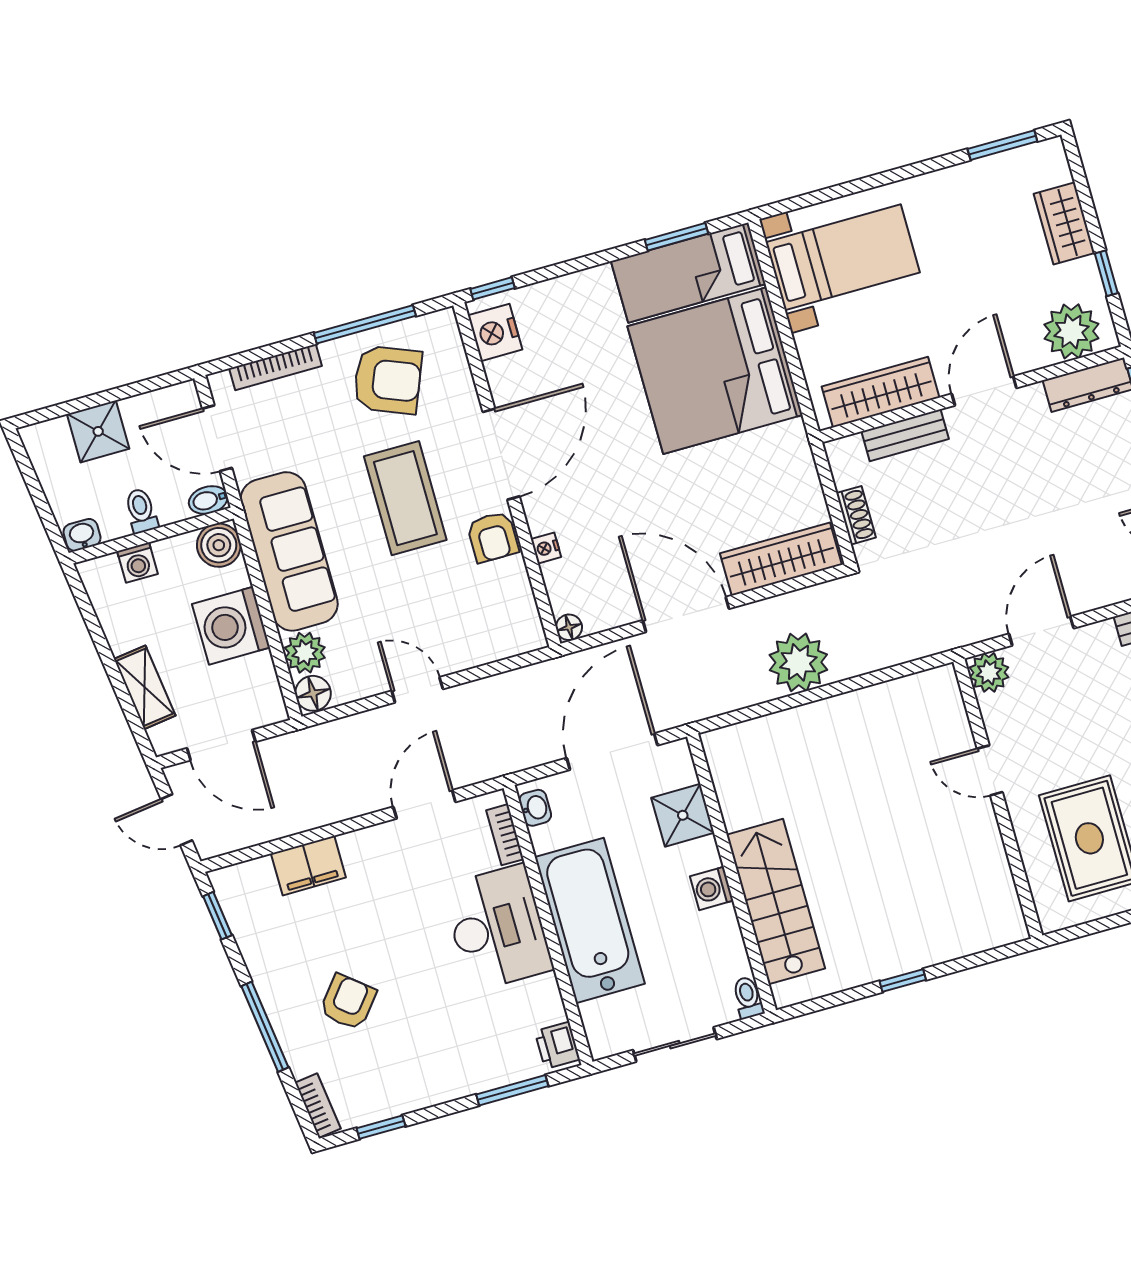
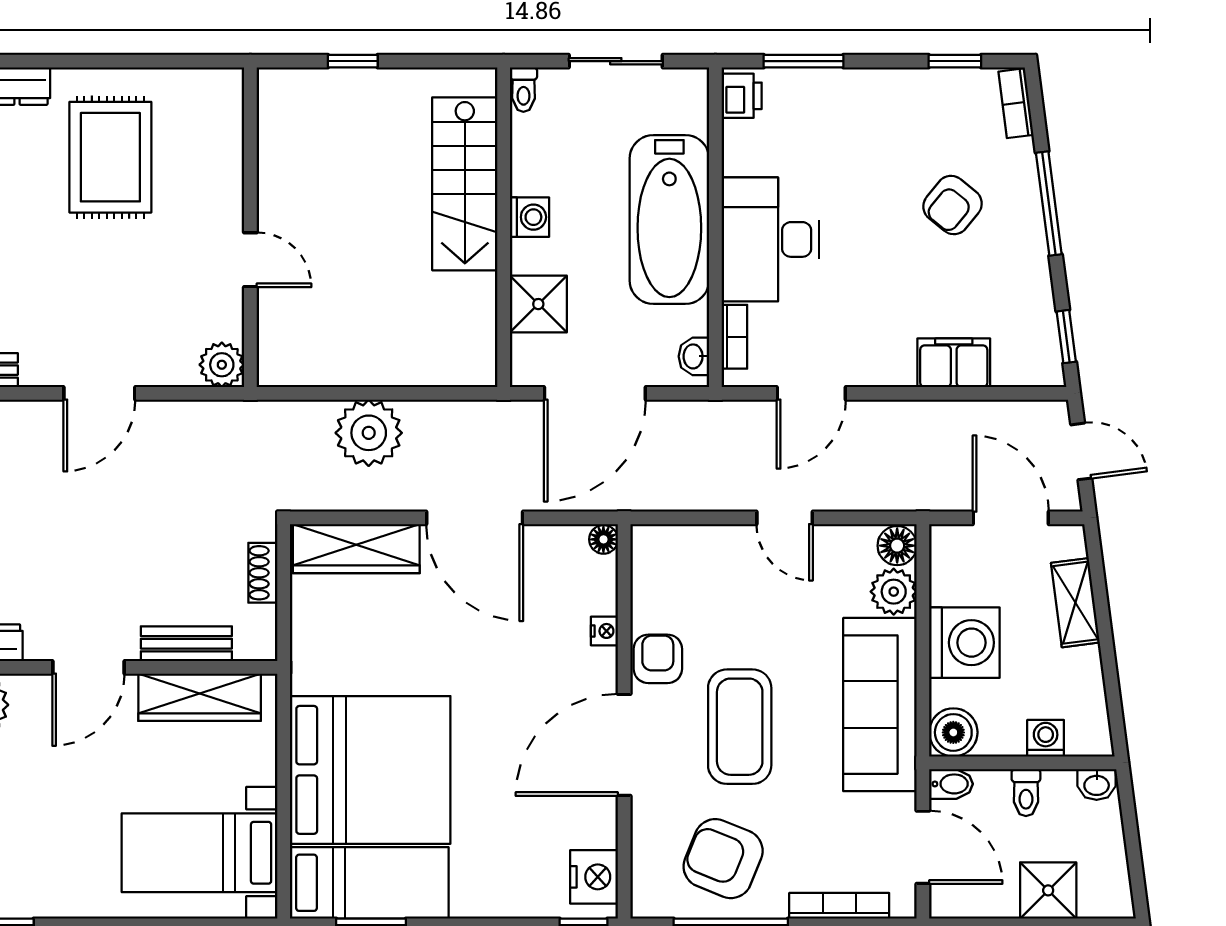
plant: (989, 672) -> (222, 365), moved
door: (990, 770) -> (250, 260), moved
wall: (998, 799) -> (250, 227), moved

